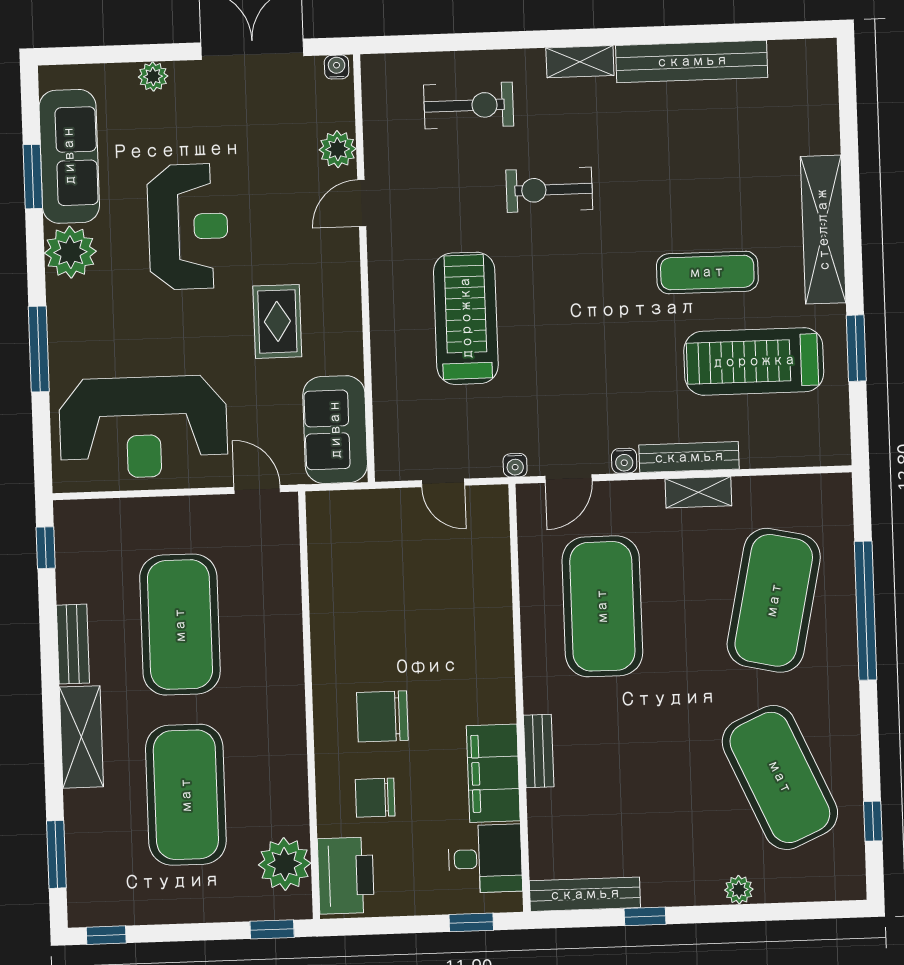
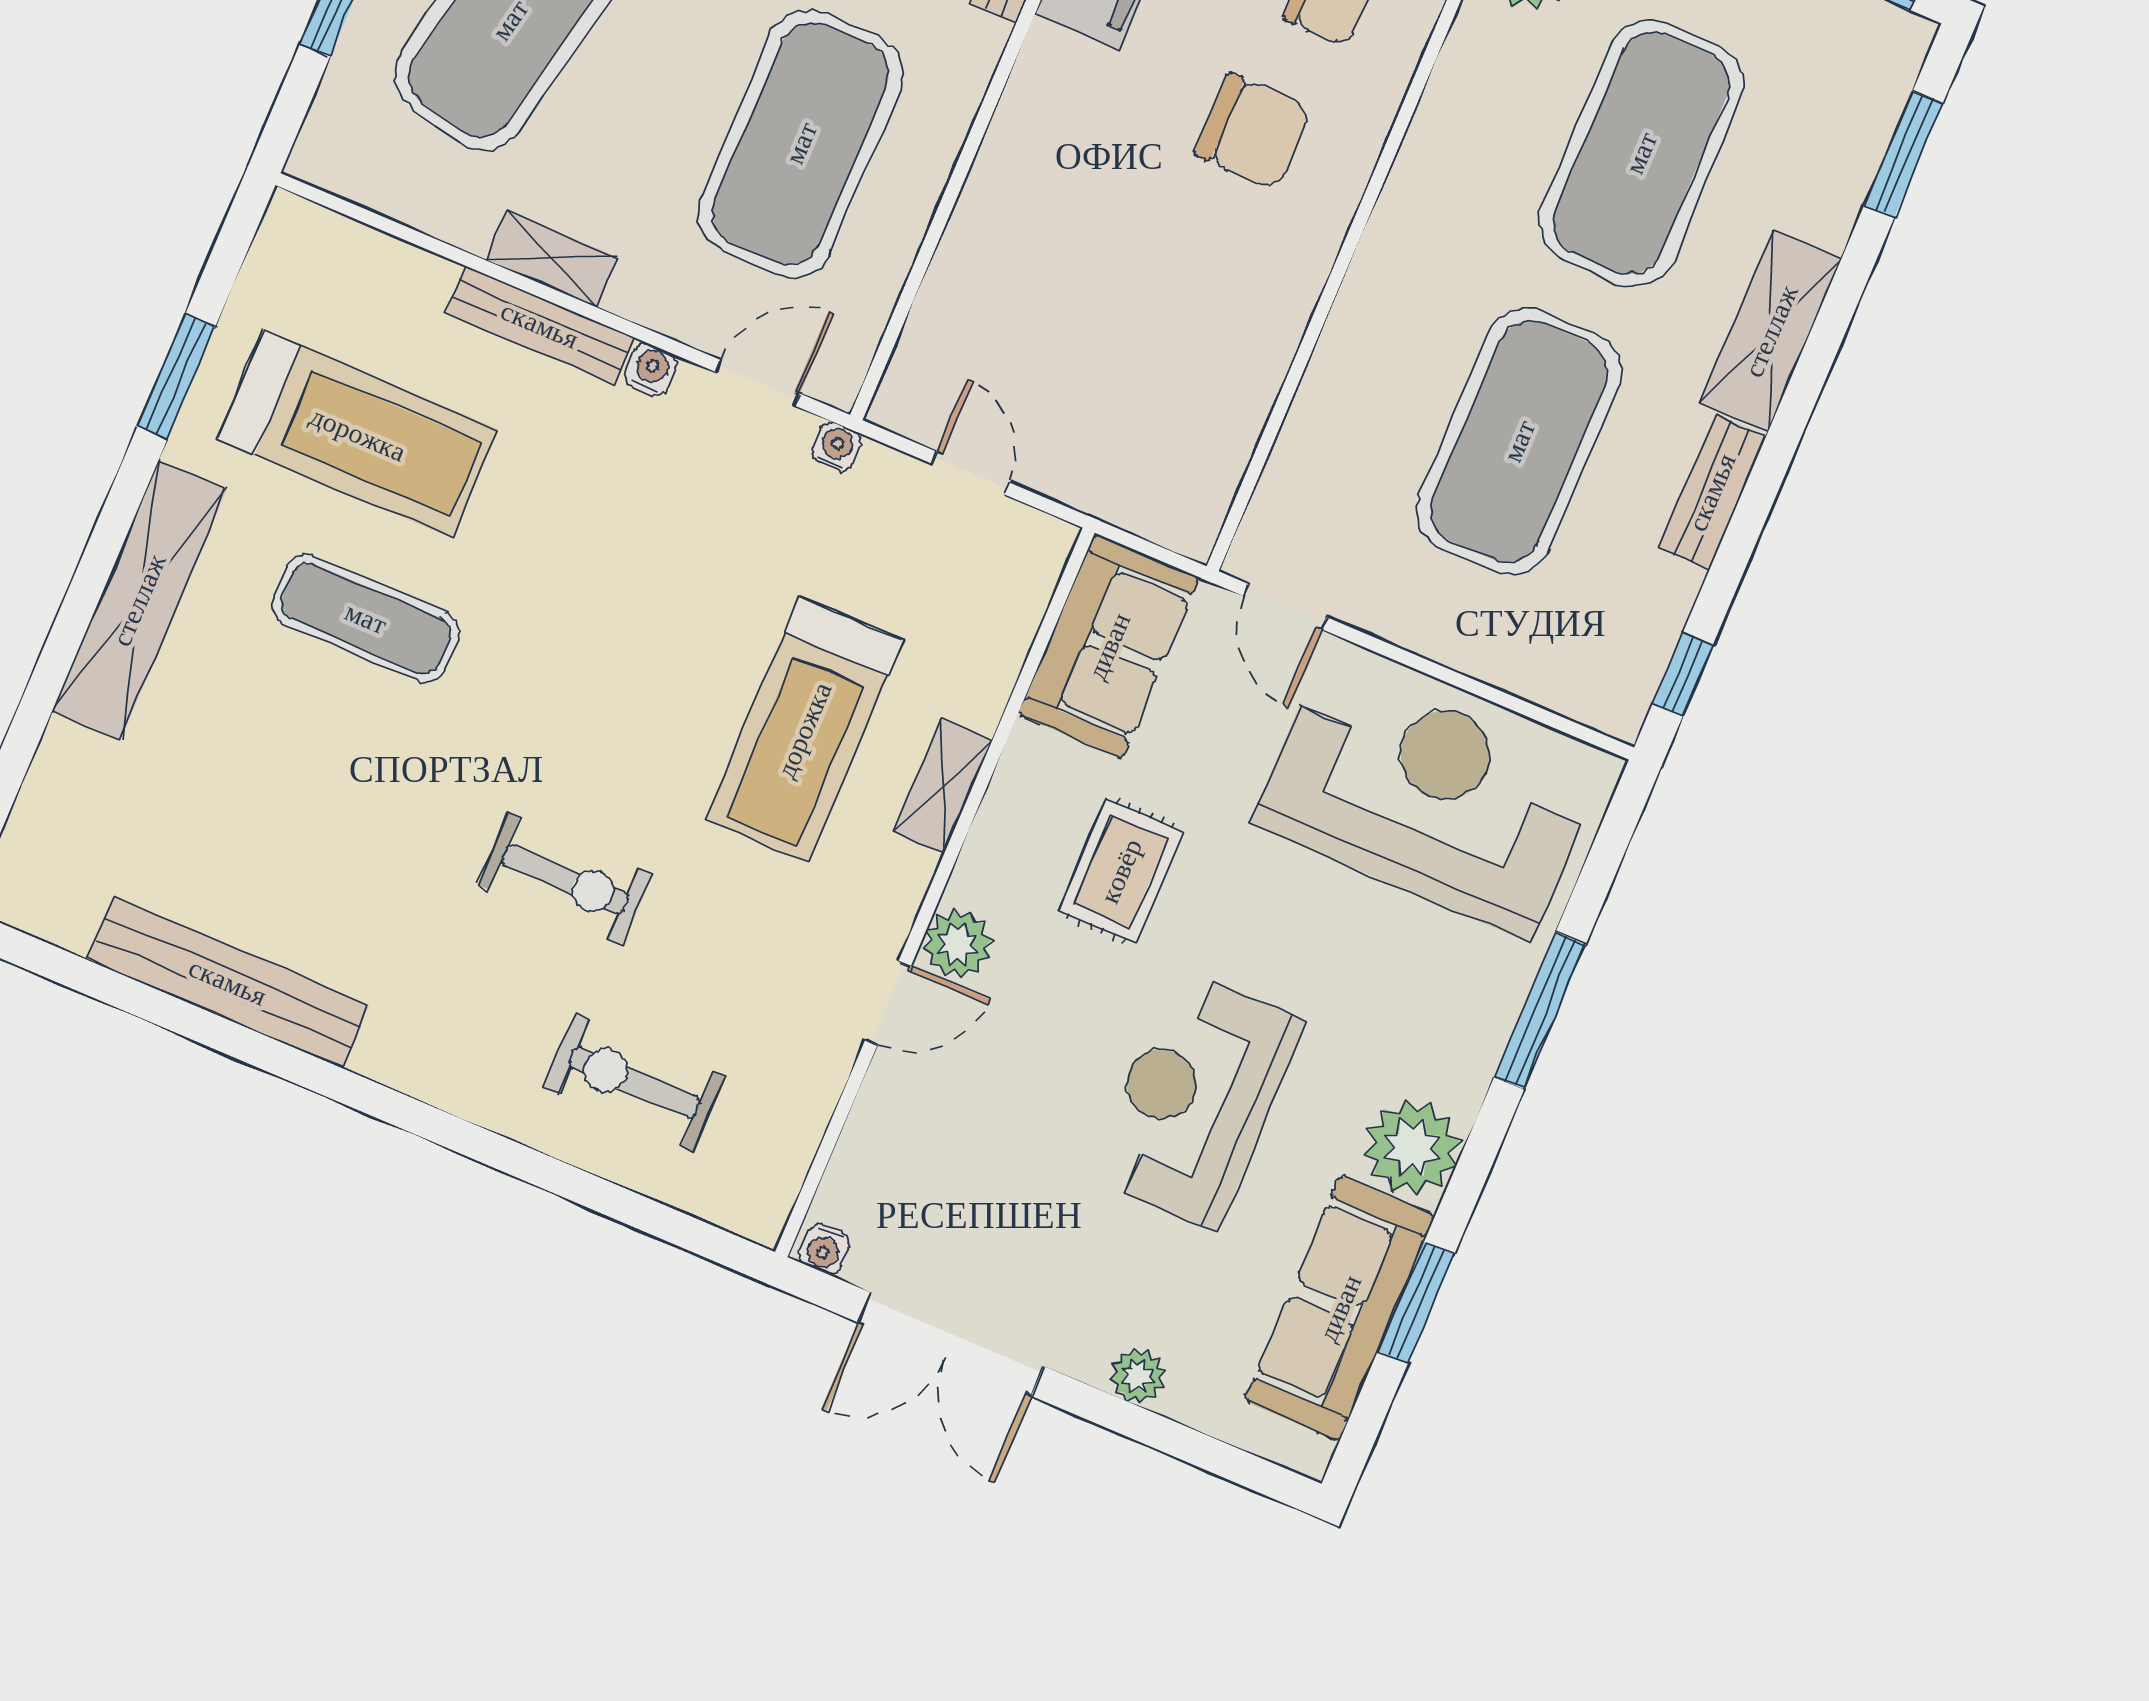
shelving: (580, 62) -> (943, 786), moved, turned 90
plant: (338, 149) -> (958, 944), moved

